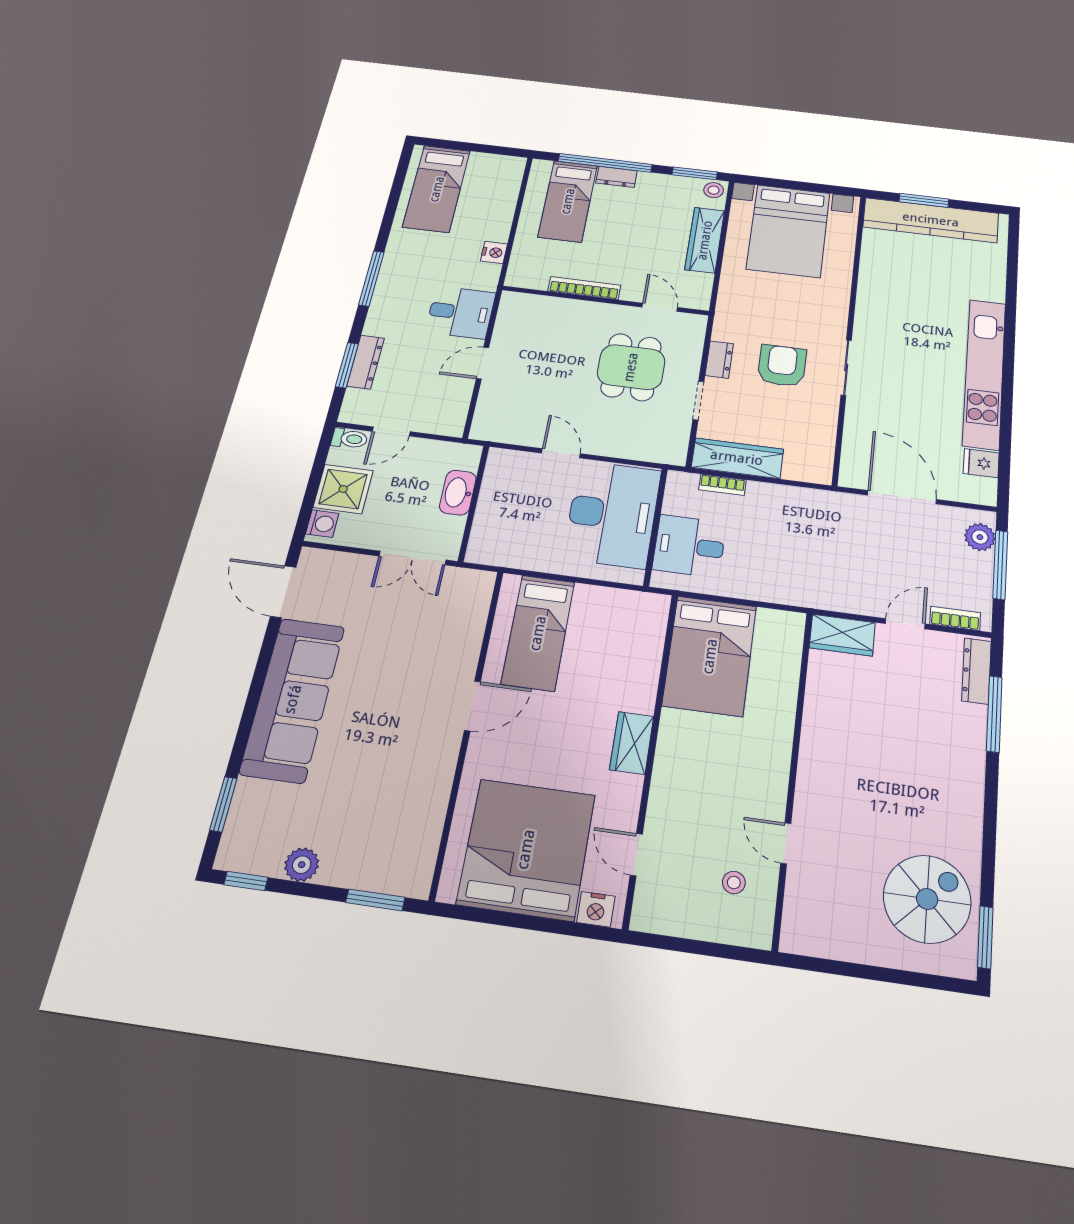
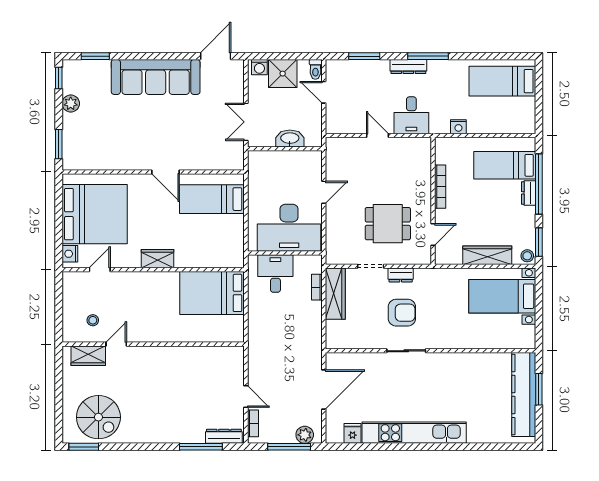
bed with nightstands: (788, 231) -> (502, 296), width x0.73
dresser: (366, 362) -> (408, 67), moved
wardrobe: (842, 635) -> (88, 356), moved, turned -90

